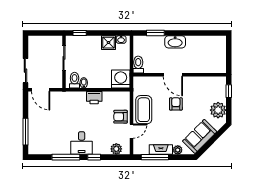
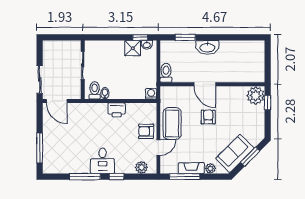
window: (80, 33) -> (140, 37), moved
washing machine: (121, 79) -> (151, 94), width x0.53, depth x0.53
plant: (218, 110) -> (256, 96), moved
window: (213, 139) -> (250, 157), added

